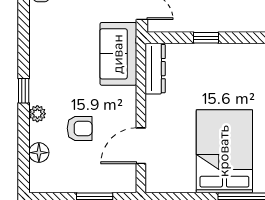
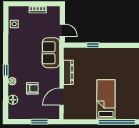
dresser: (155, 69) -> (68, 72), moved
bed: (224, 151) -> (106, 99), width x0.67

